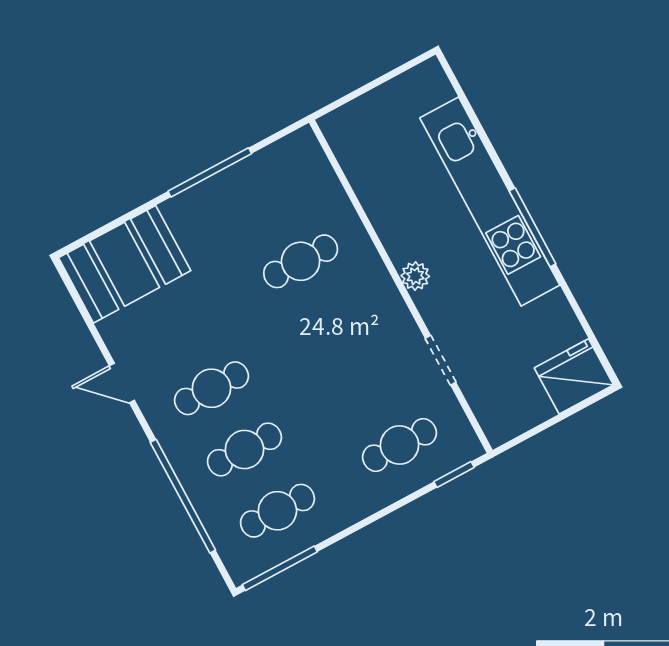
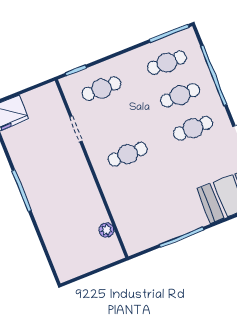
kitchen unit: (490, 202) -> (42, 206), removed
cafe table: (301, 261) -> (128, 154), moved
plant: (415, 276) -> (106, 230), moved

